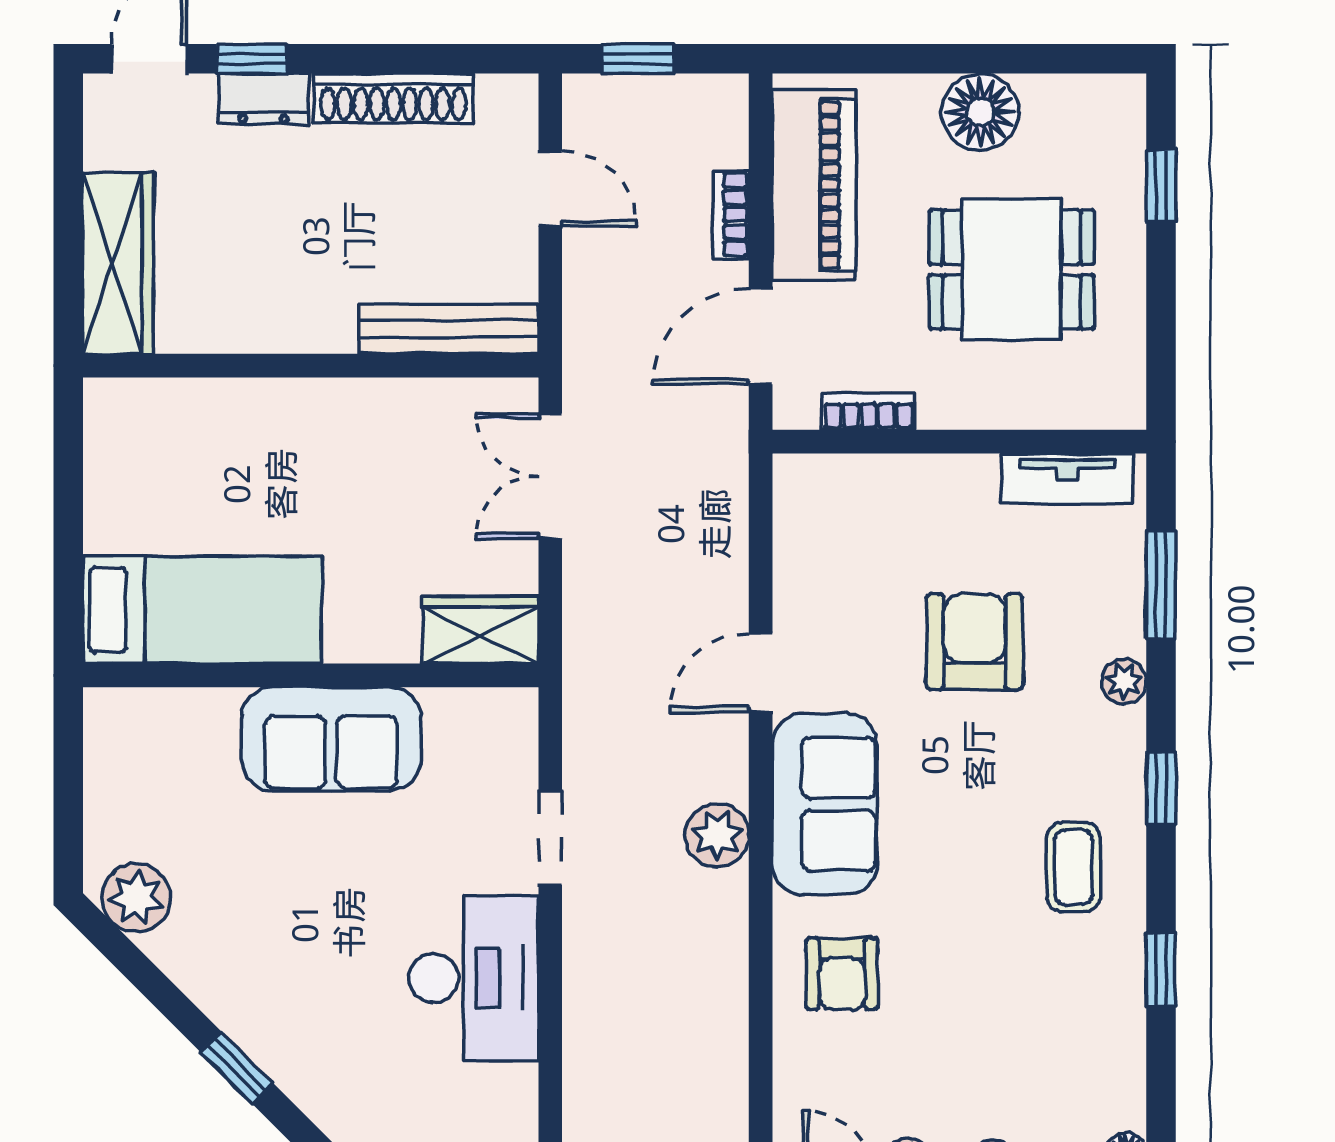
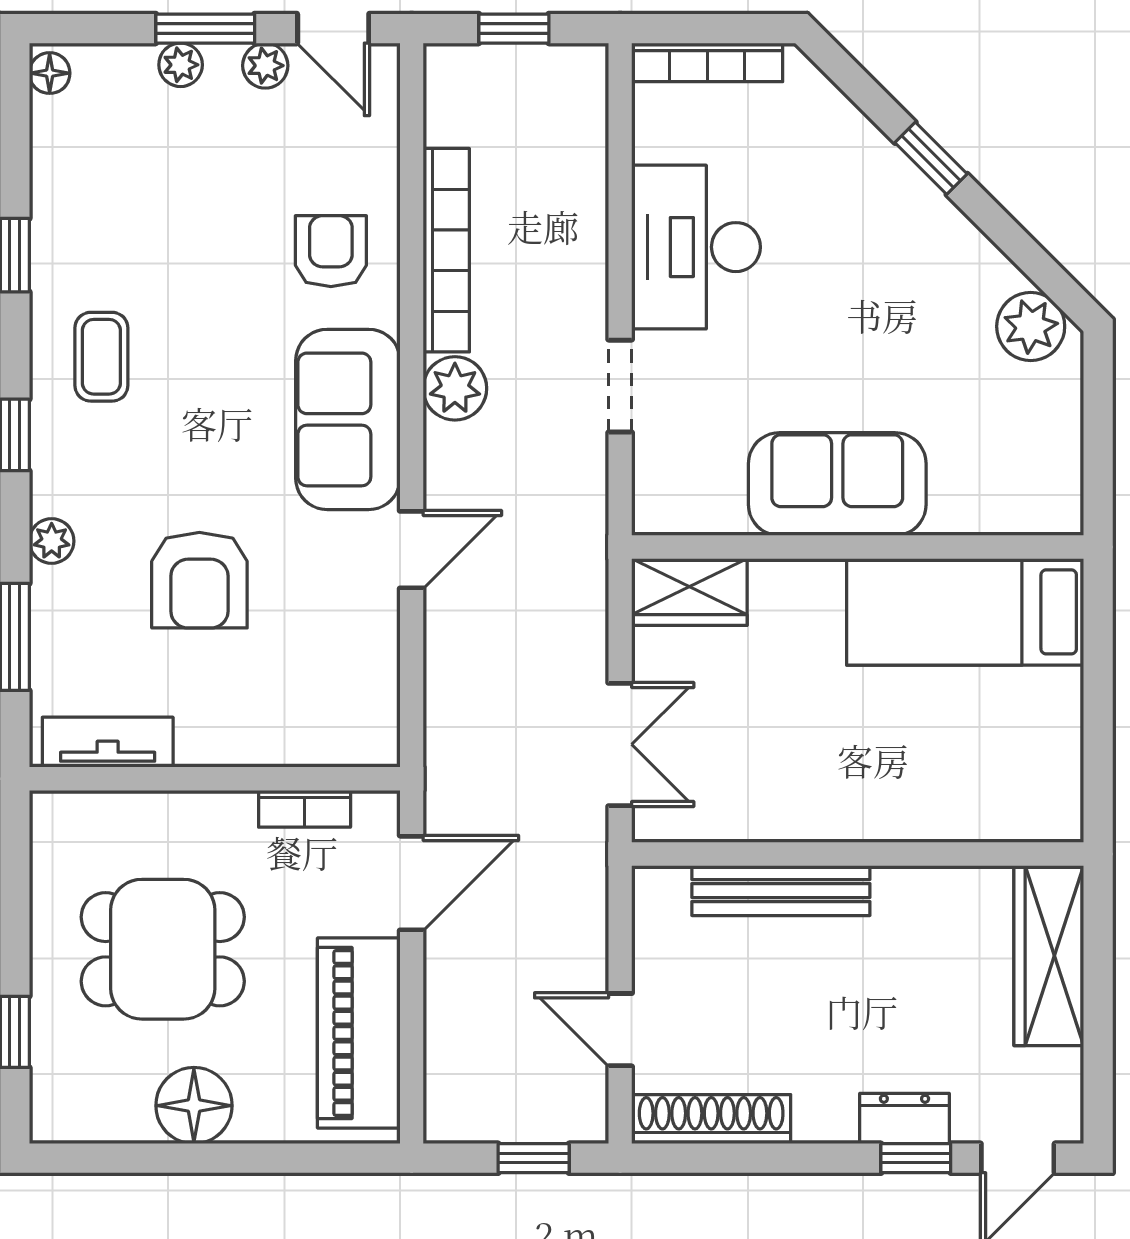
shoe rack: (393, 98) -> (711, 1119), moved
bookcase: (731, 215) -> (446, 250), moved, width x2.31, depth x1.31
bench: (449, 329) -> (781, 891), moved

